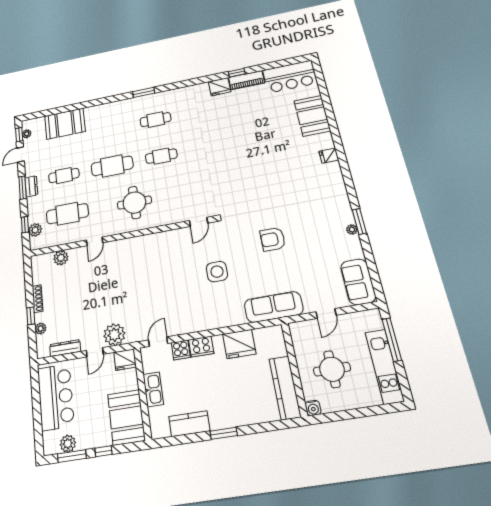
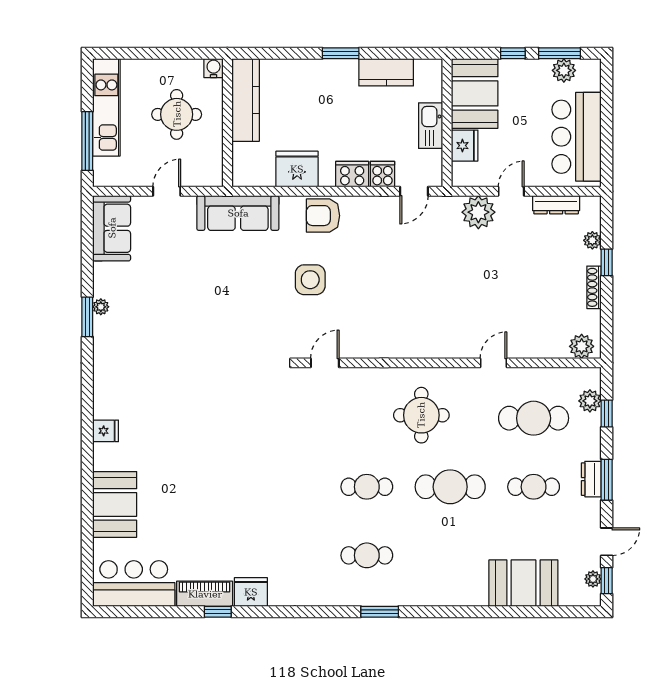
armchair: (273, 239) -> (323, 216), moved, turned 180
plant: (61, 258) -> (582, 346), moved
fridge: (125, 360) -> (465, 146), moved, turned 90

